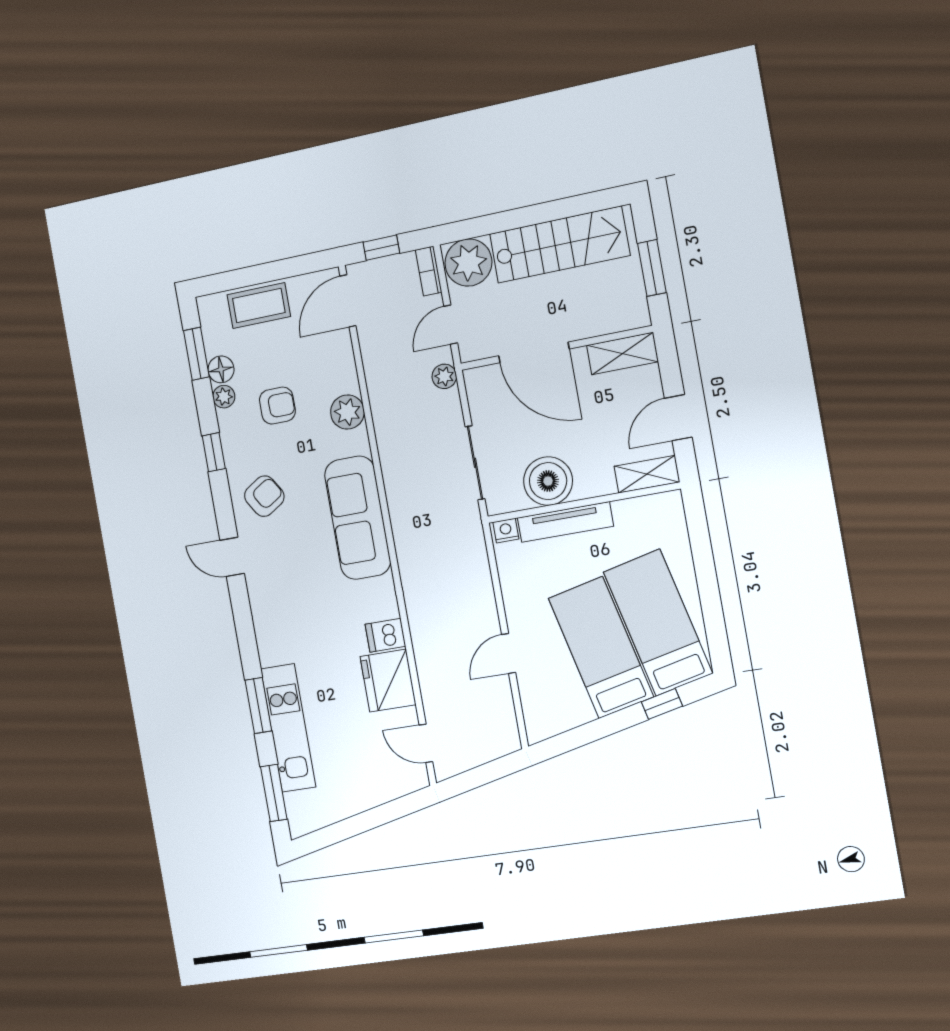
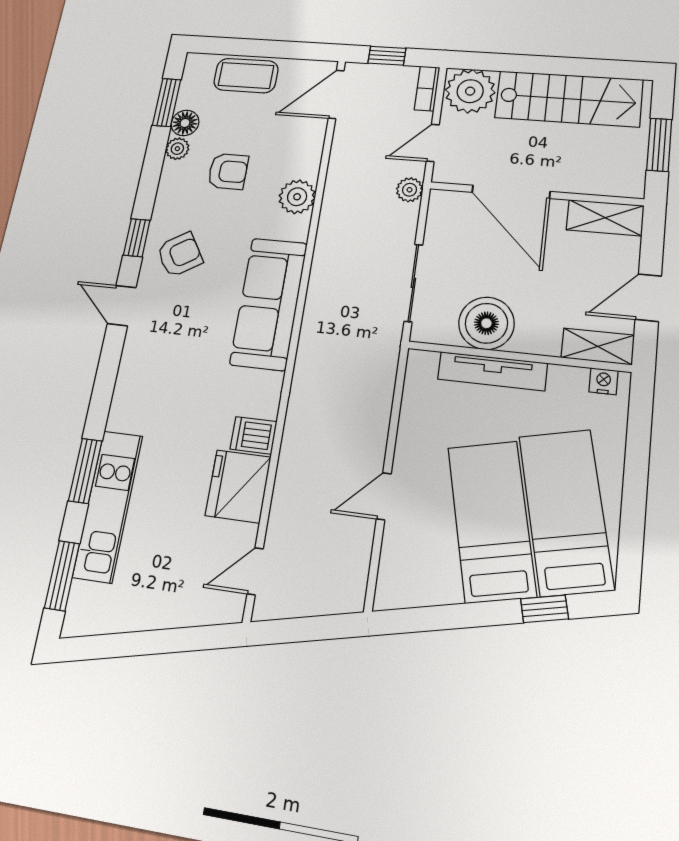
window: (214, 452) -> (137, 238), moved
nightstand: (506, 531) -> (603, 381), moved
door: (426, 743) -> (255, 571), hinge flipped

